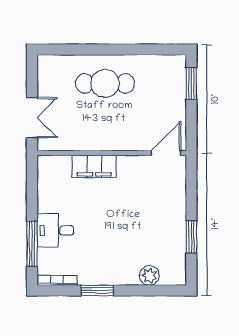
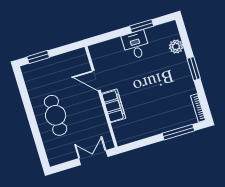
door: (166, 153) -> (96, 81), moved
desk: (55, 230) -> (136, 45), moved, turned 180
window: (97, 291) -> (194, 69), moved

